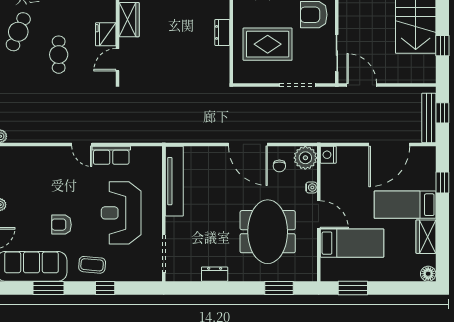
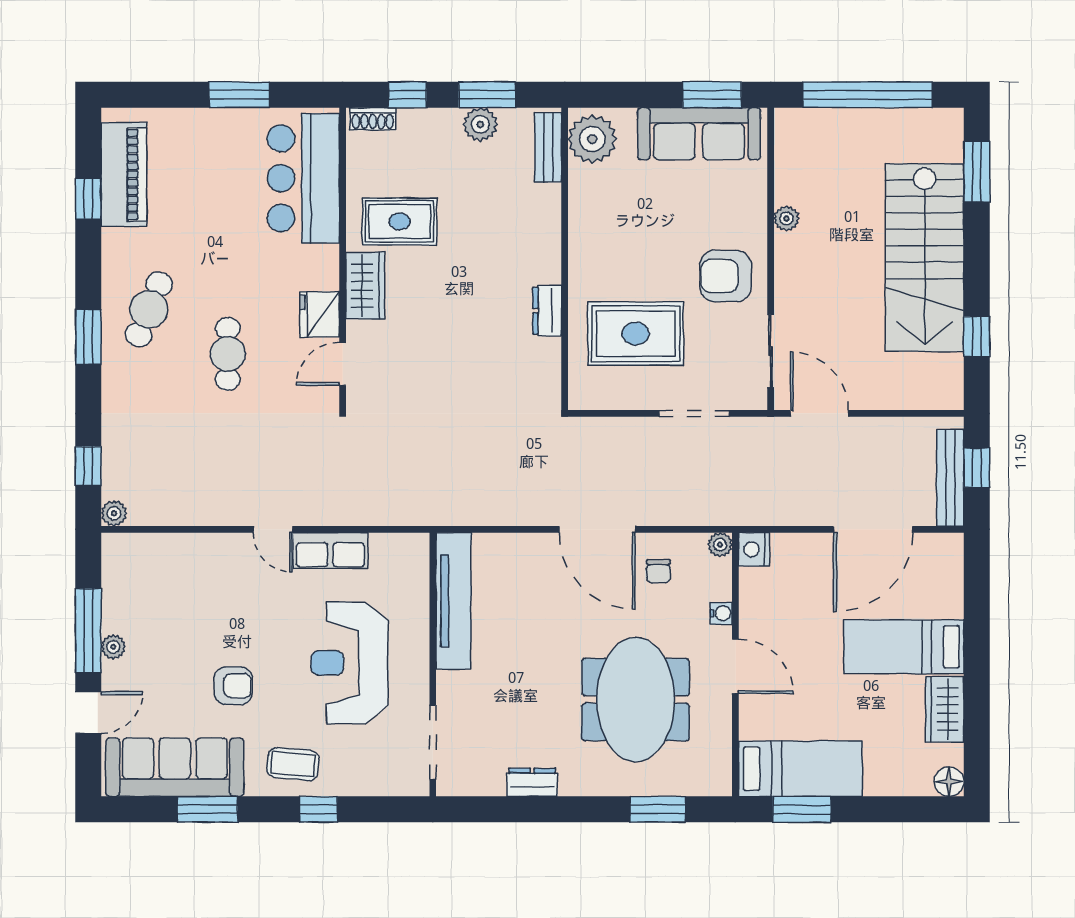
plant: (305, 158) -> (720, 545), width x0.53, depth x0.53
window: (442, 182) -> (977, 603), removed
armchair: (61, 225) -> (233, 686), turned 180
bed: (352, 243) -> (800, 769), moved

